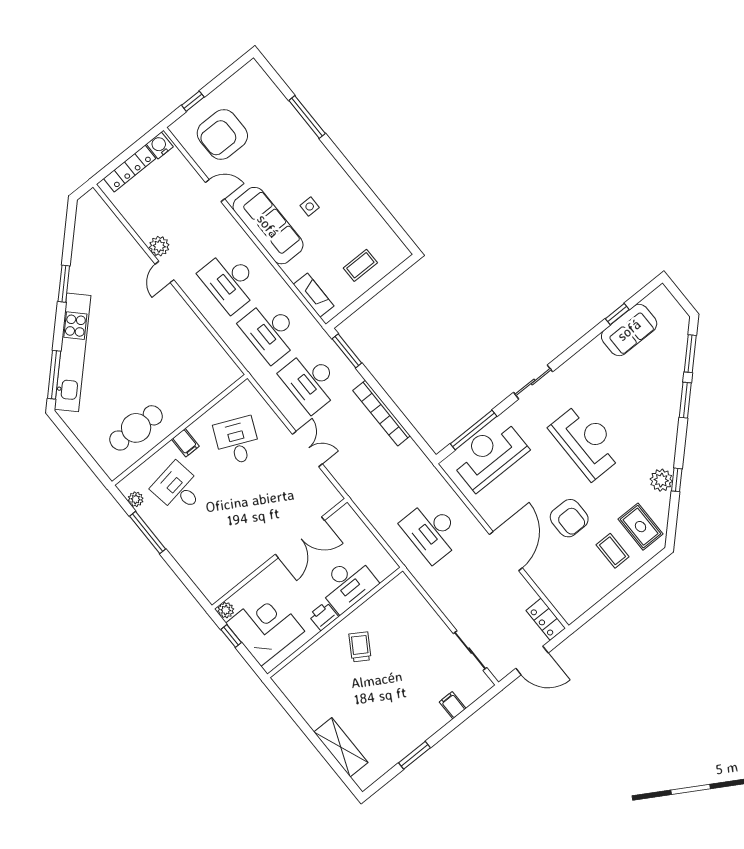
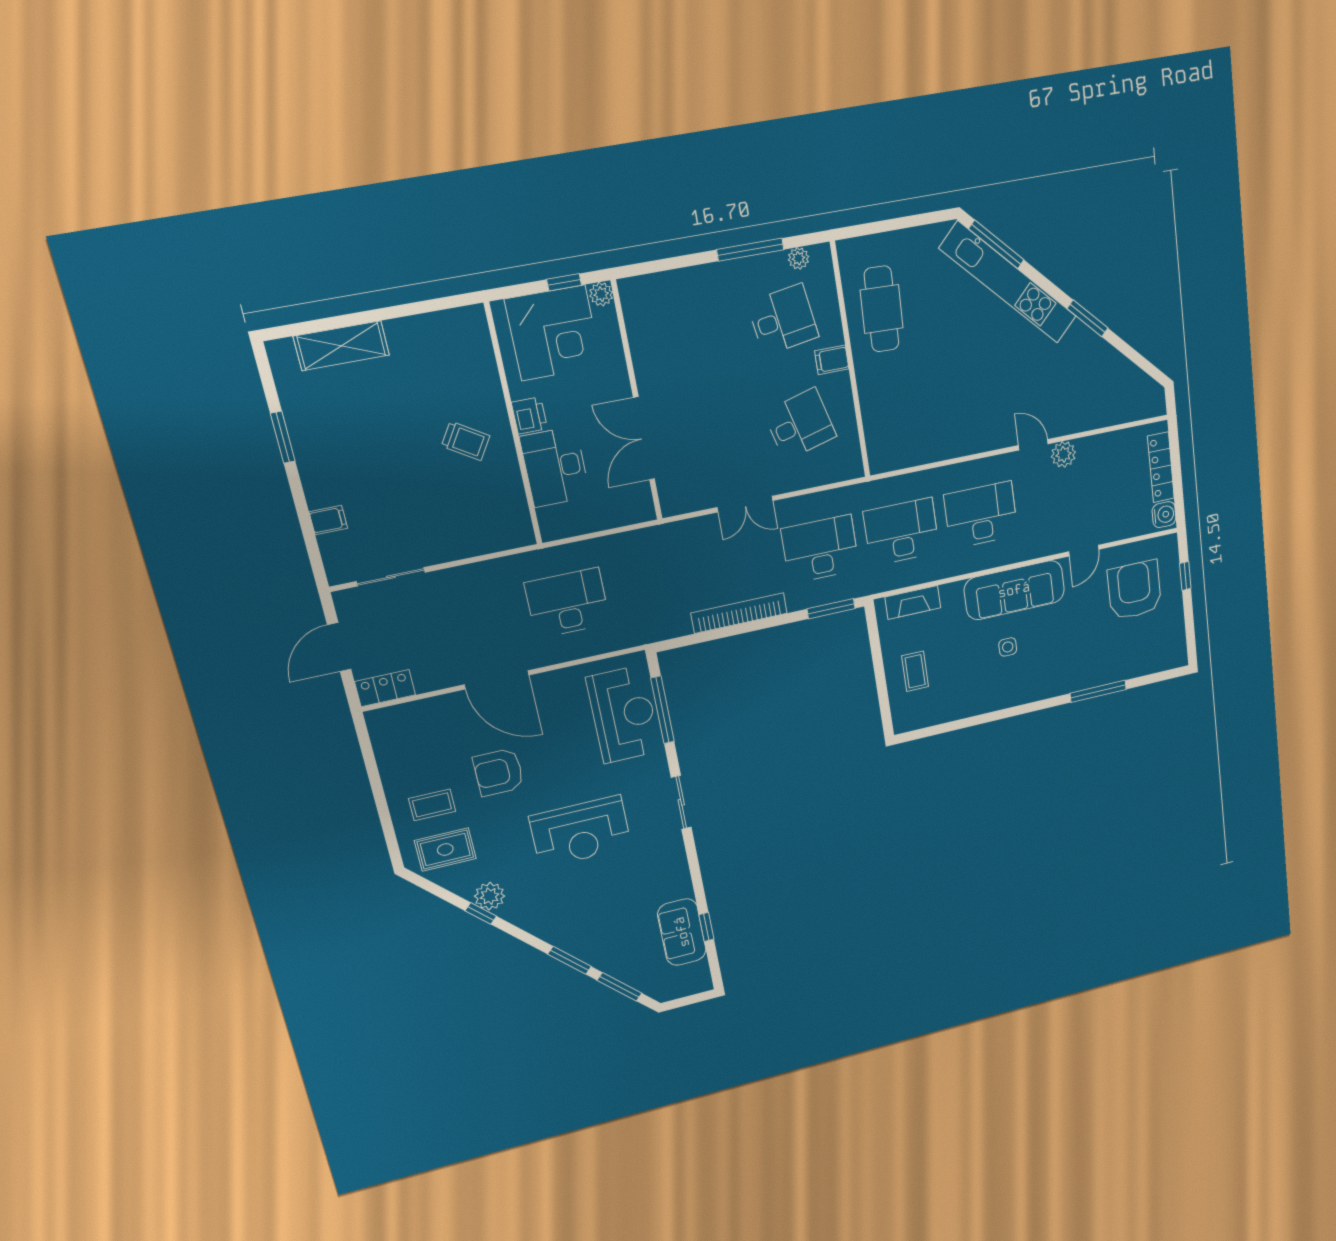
desk: (237, 441) -> (800, 424), turned -39

